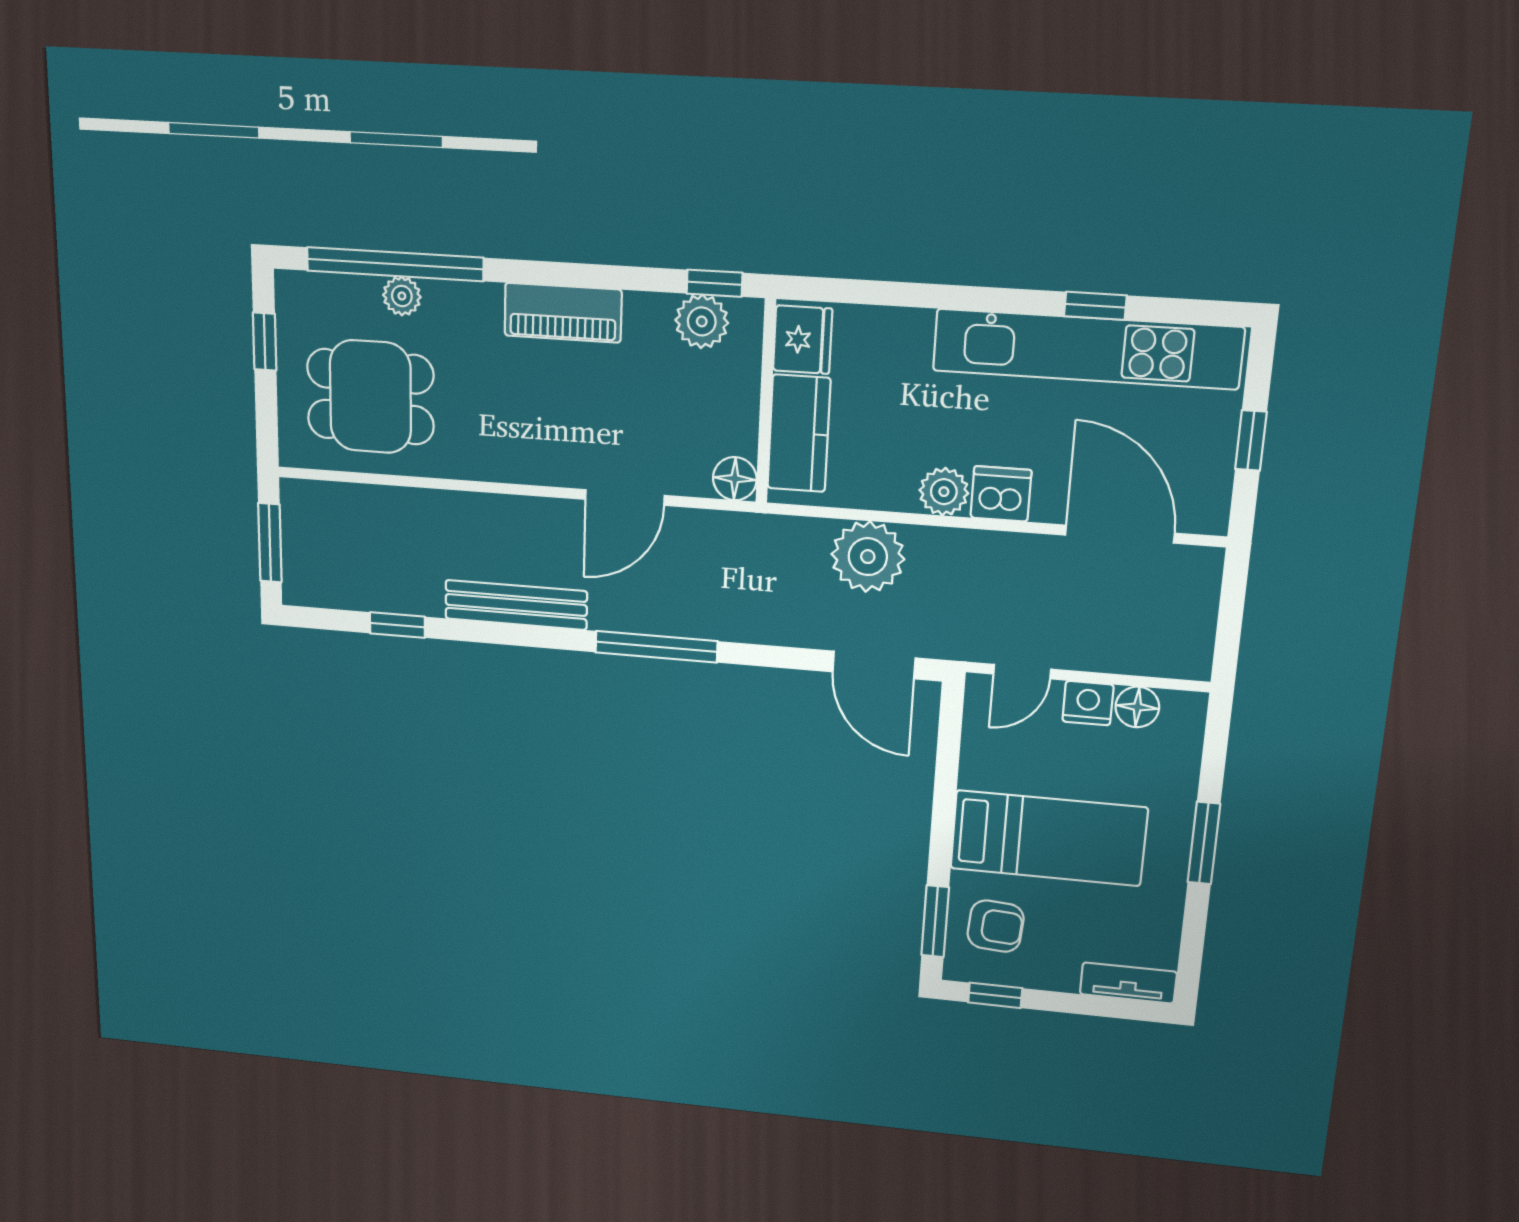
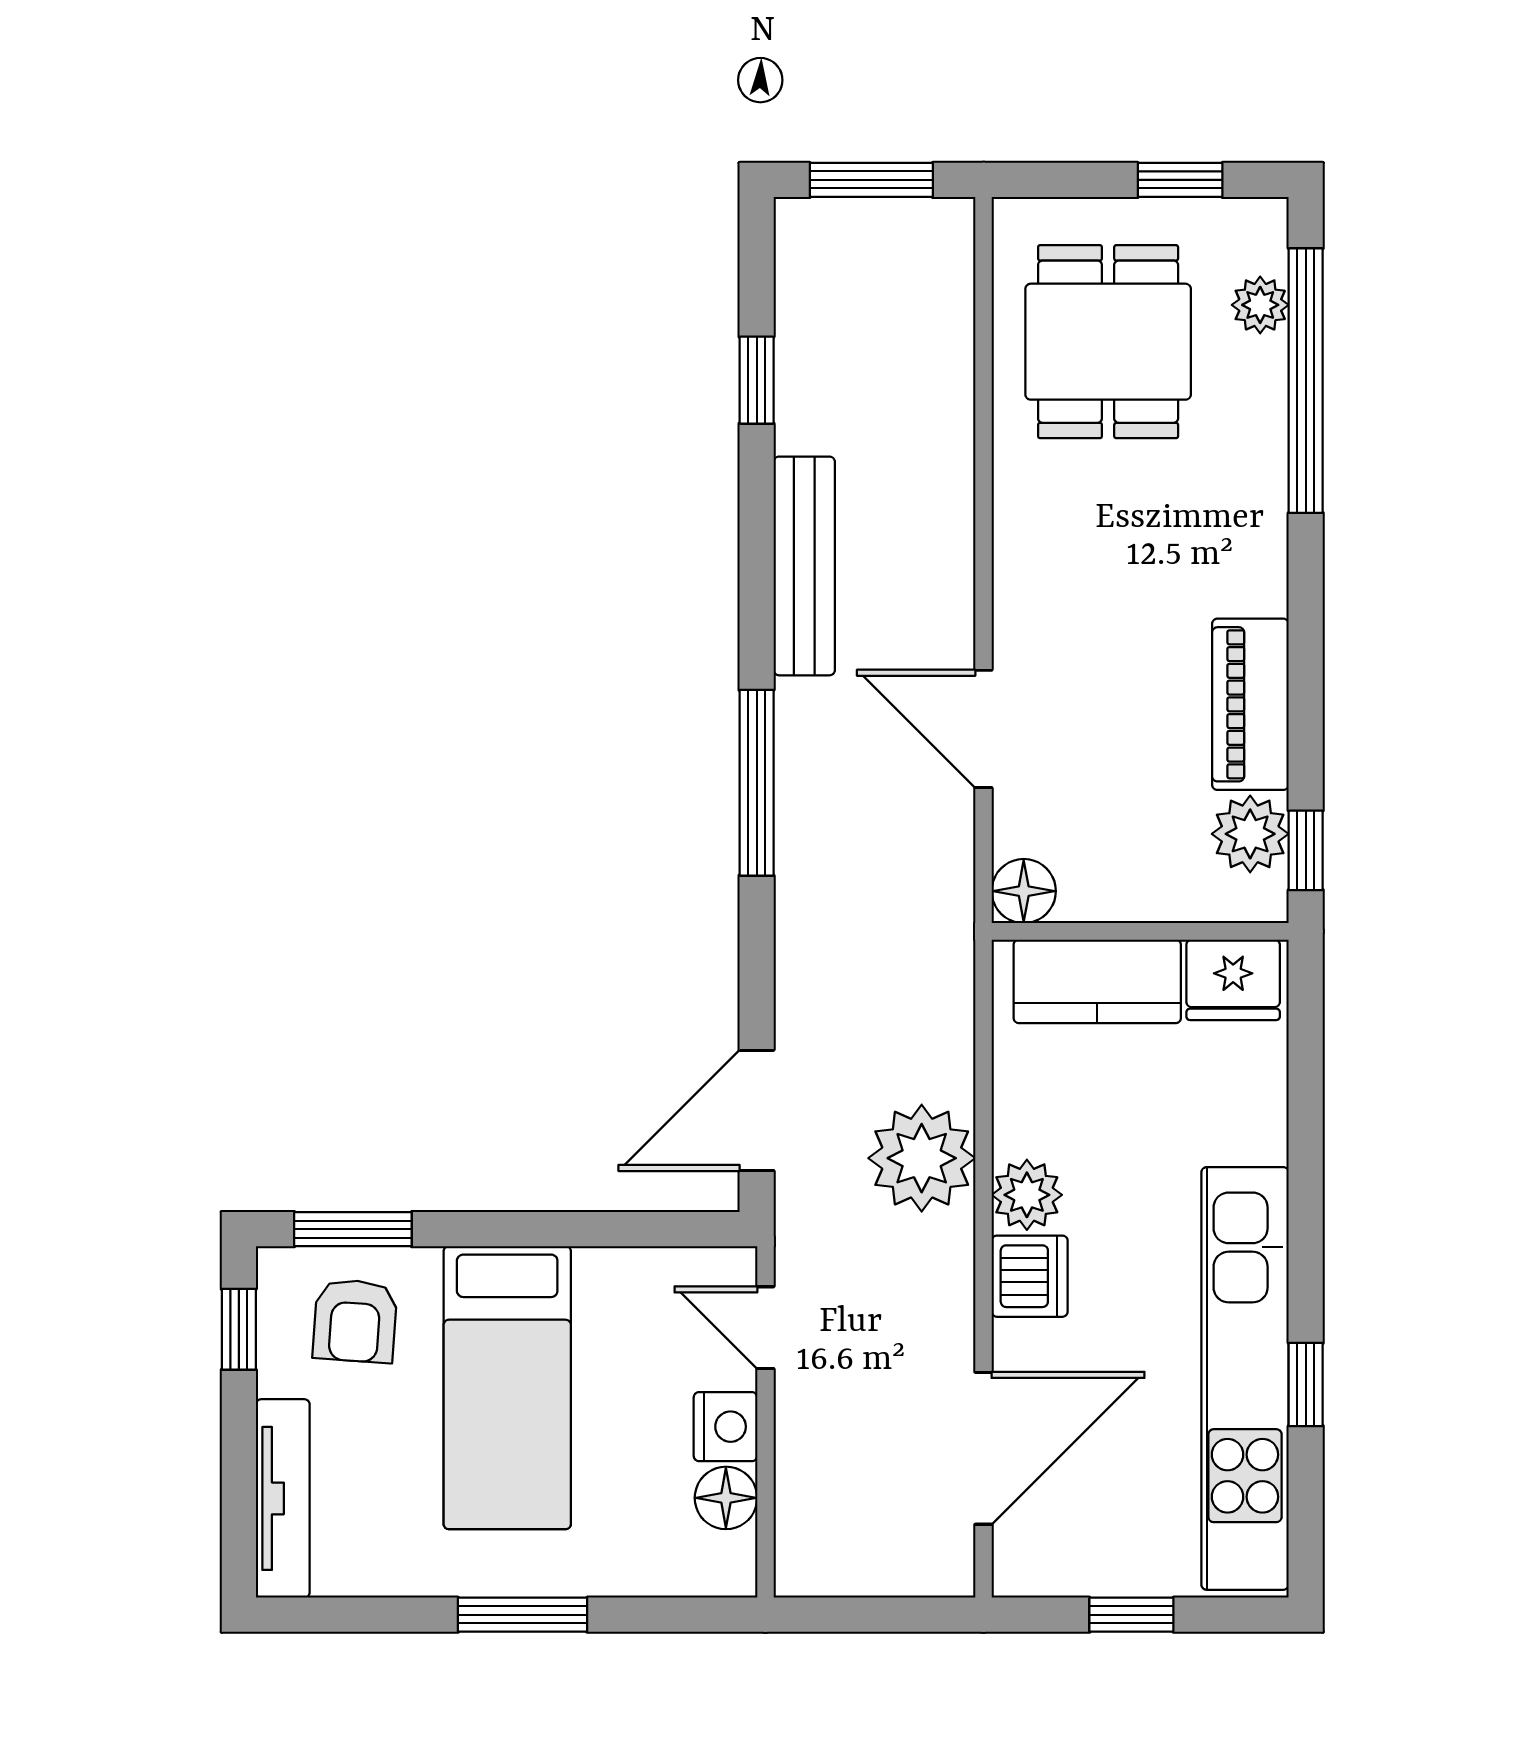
plant: (402, 296) -> (1260, 305), moved
piano: (563, 313) -> (1250, 704), moved
plant: (868, 557) -> (922, 1158), moved
tv unit: (1128, 983) -> (283, 1498), width x1.41

